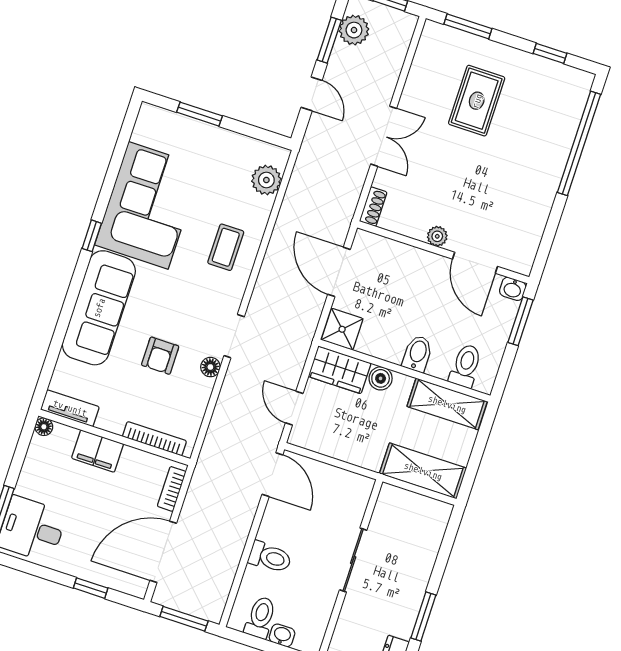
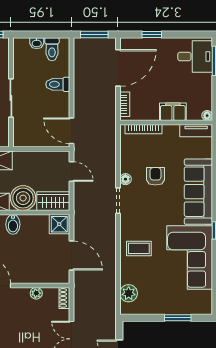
plant: (437, 236) -> (36, 293), moved
coffee table: (226, 247) -> (139, 248), turned 90
boiler: (381, 378) -> (23, 198), width x1.86, depth x1.86

